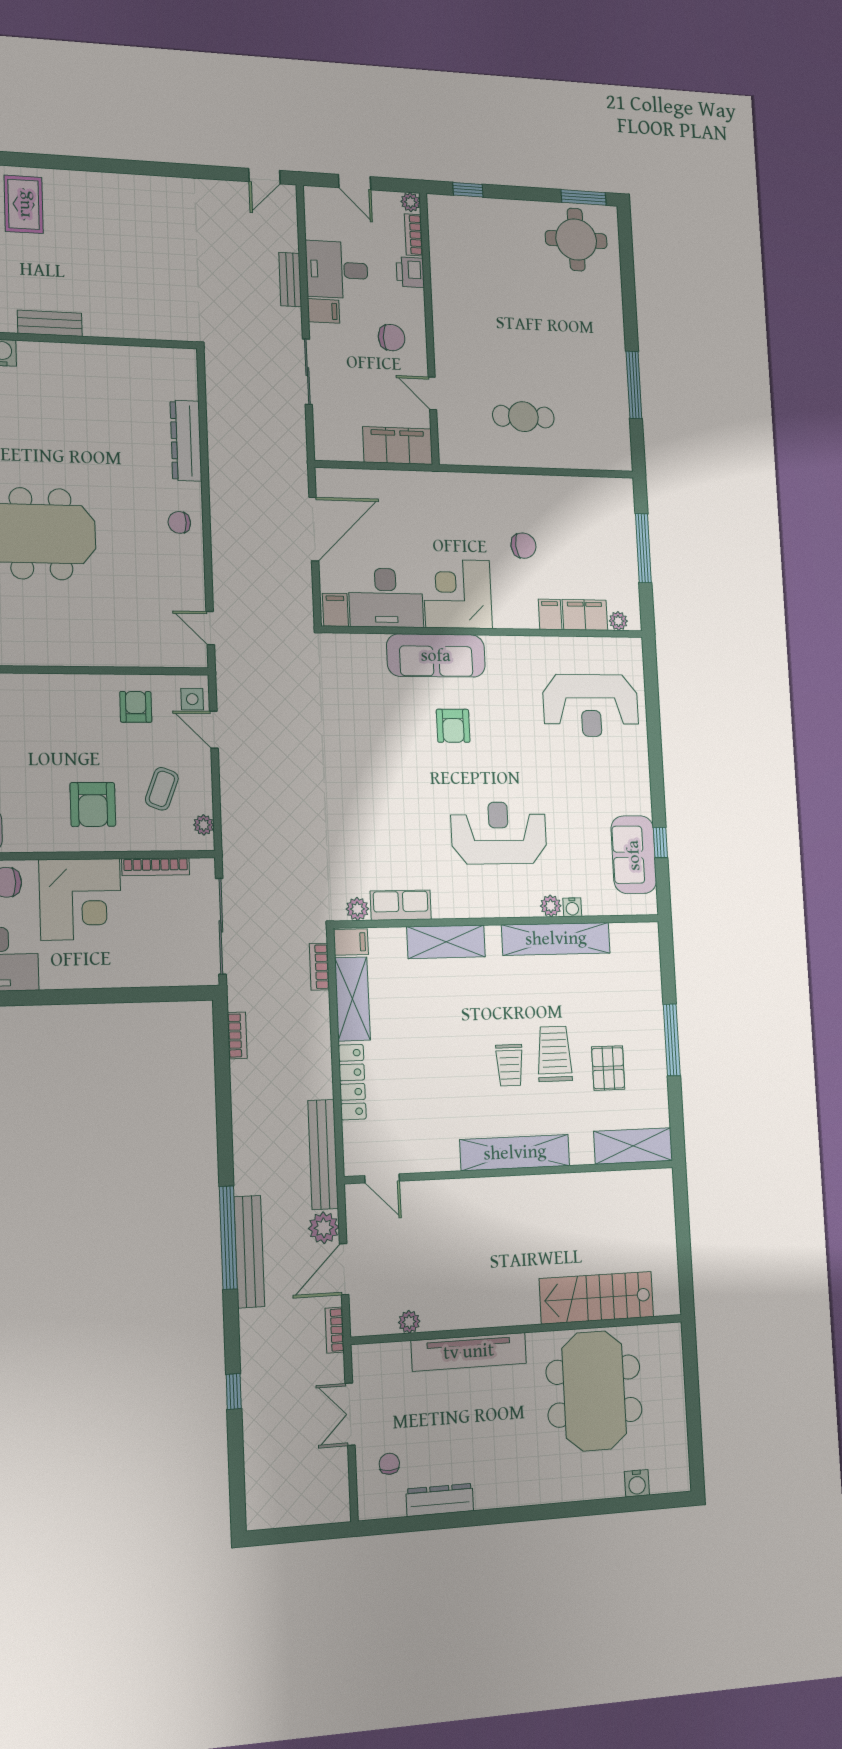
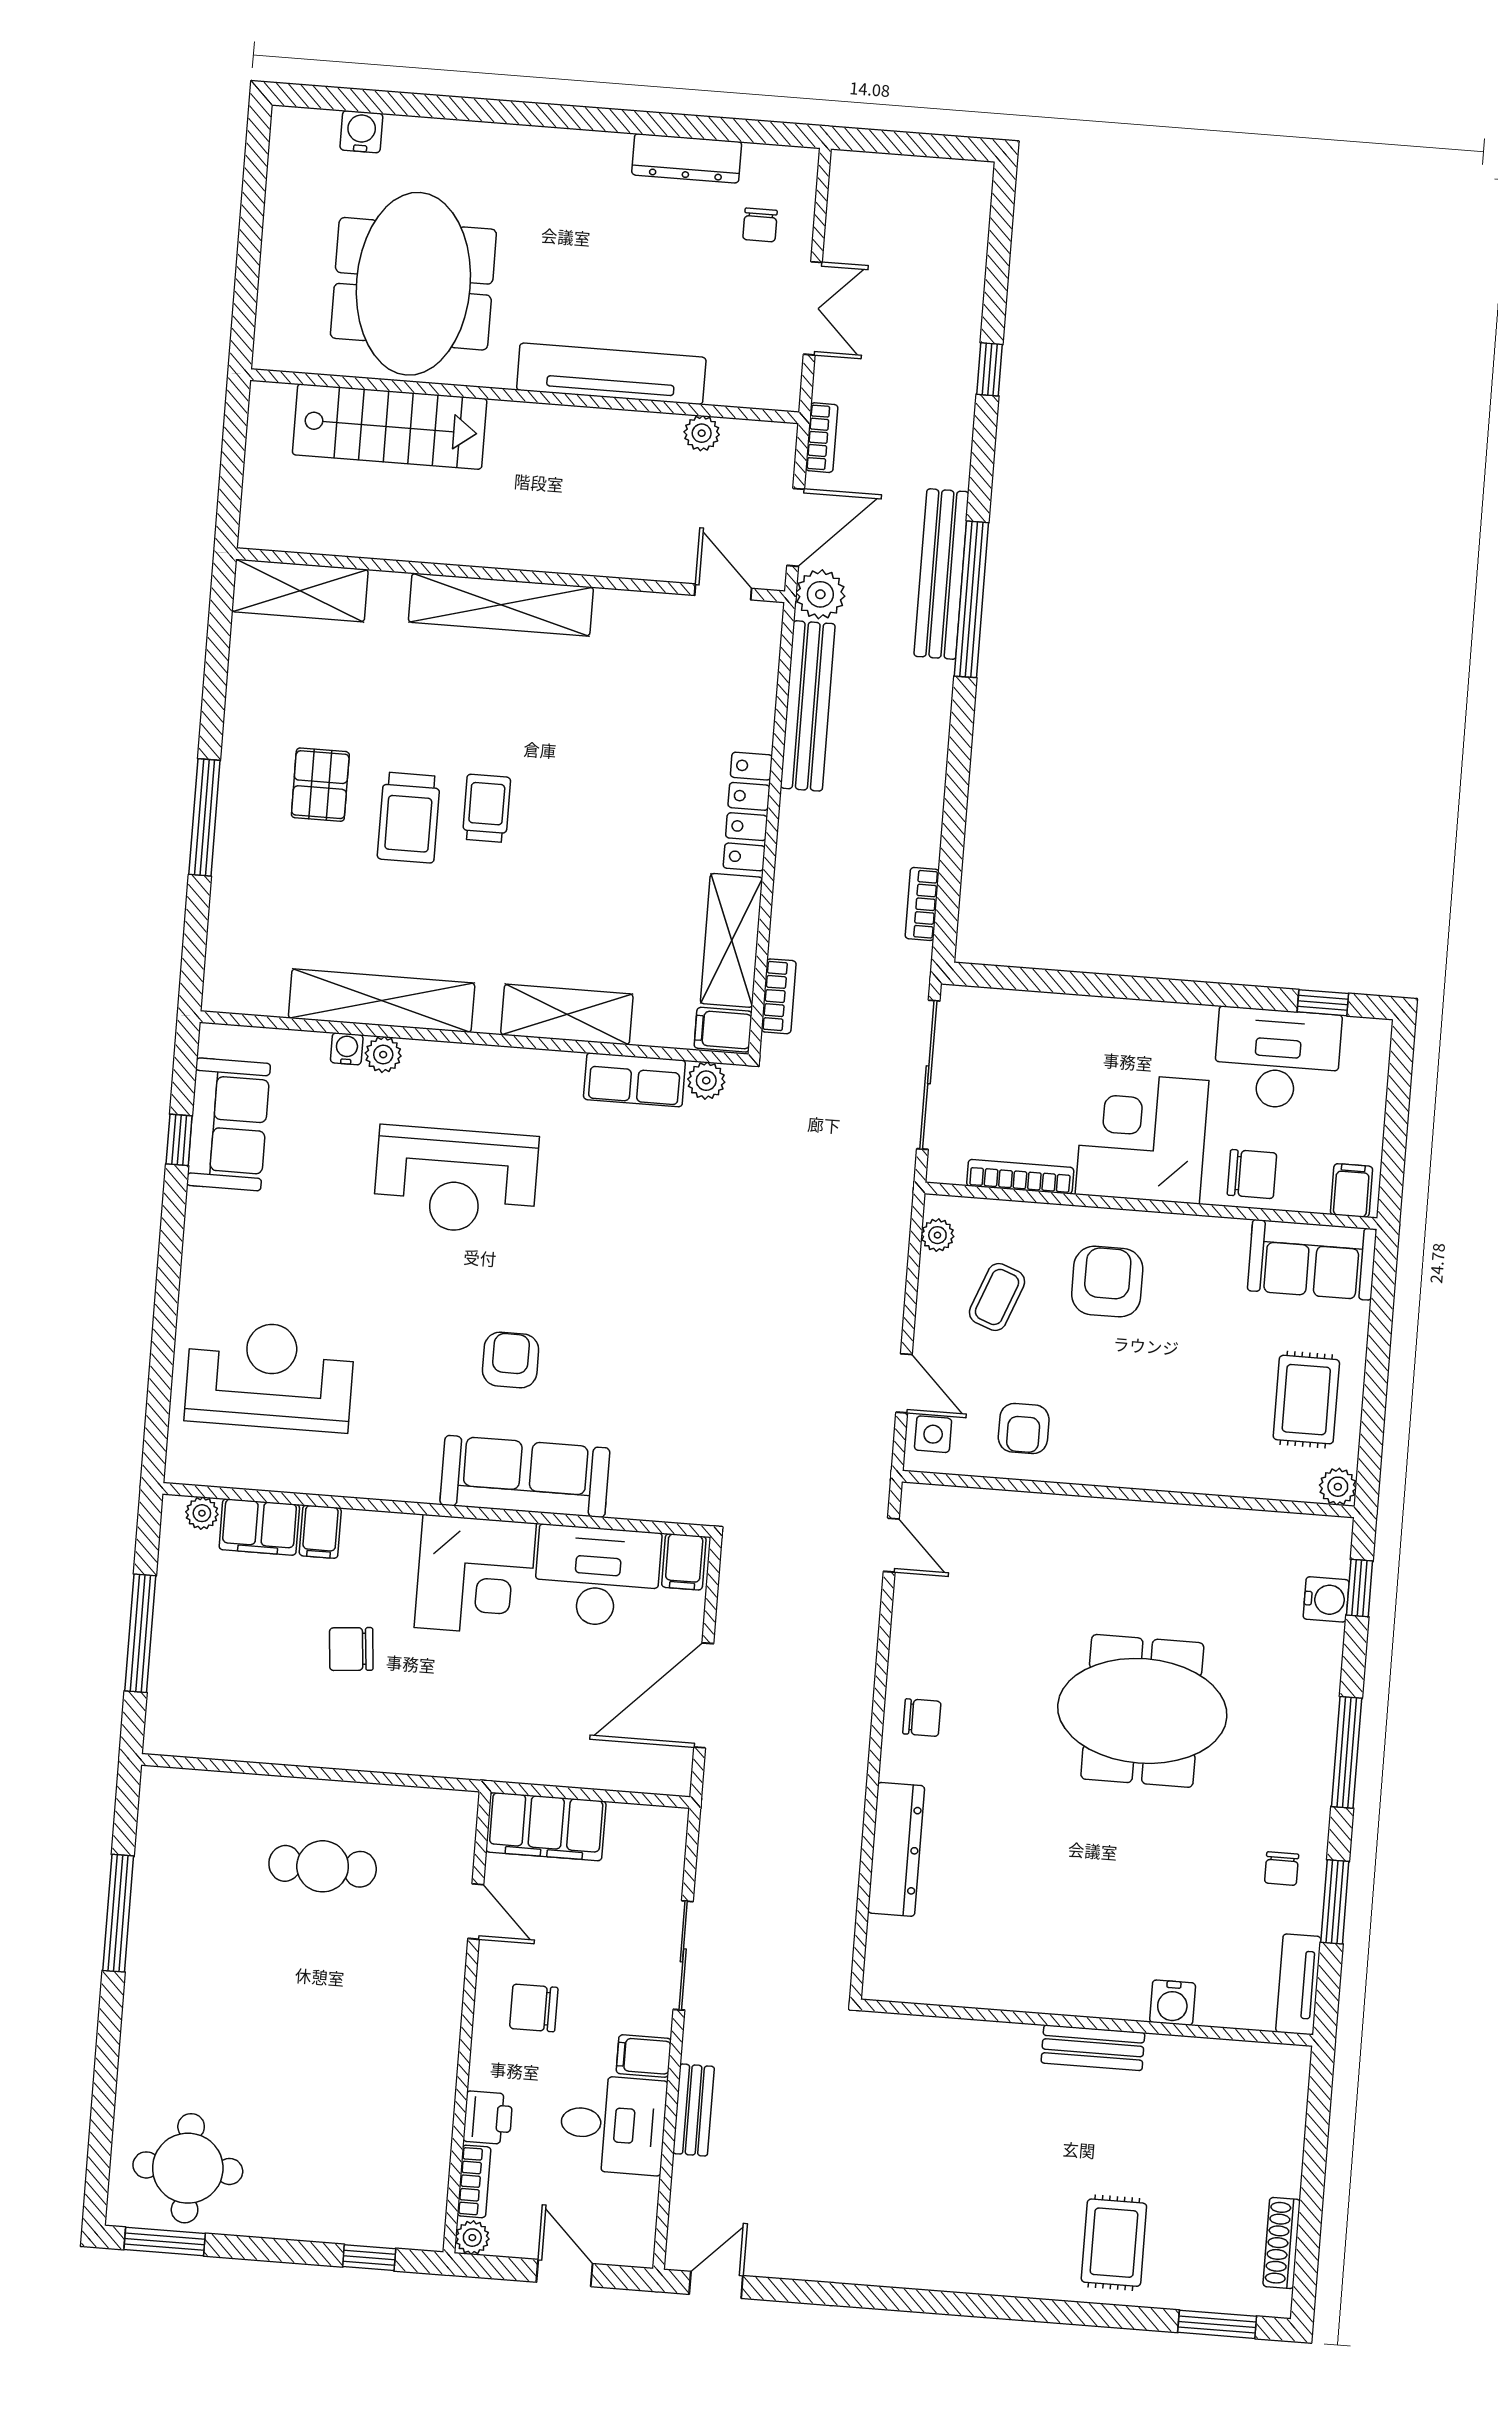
shelving: (633, 1146) -> (300, 591), moved
shelving: (515, 1153) -> (501, 605), moved
wall: (511, 1172) -> (511, 575), moved
door: (382, 1178) -> (723, 592), moved

